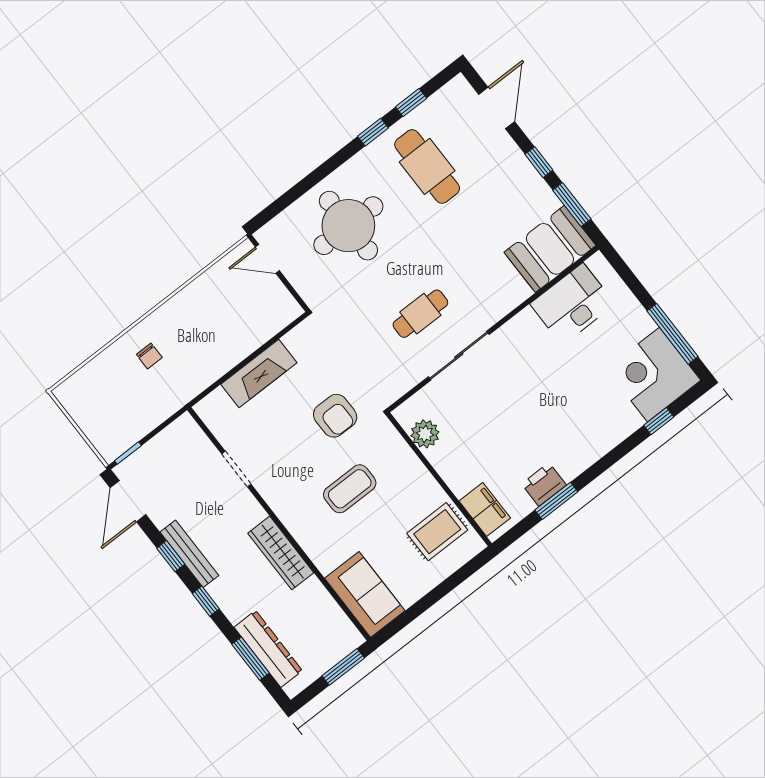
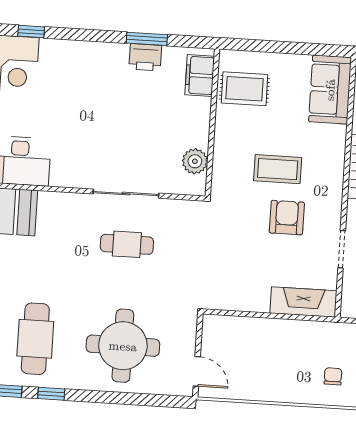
fireplace: (259, 373) -> (303, 302), moved
armchair: (335, 416) -> (287, 218), moved

